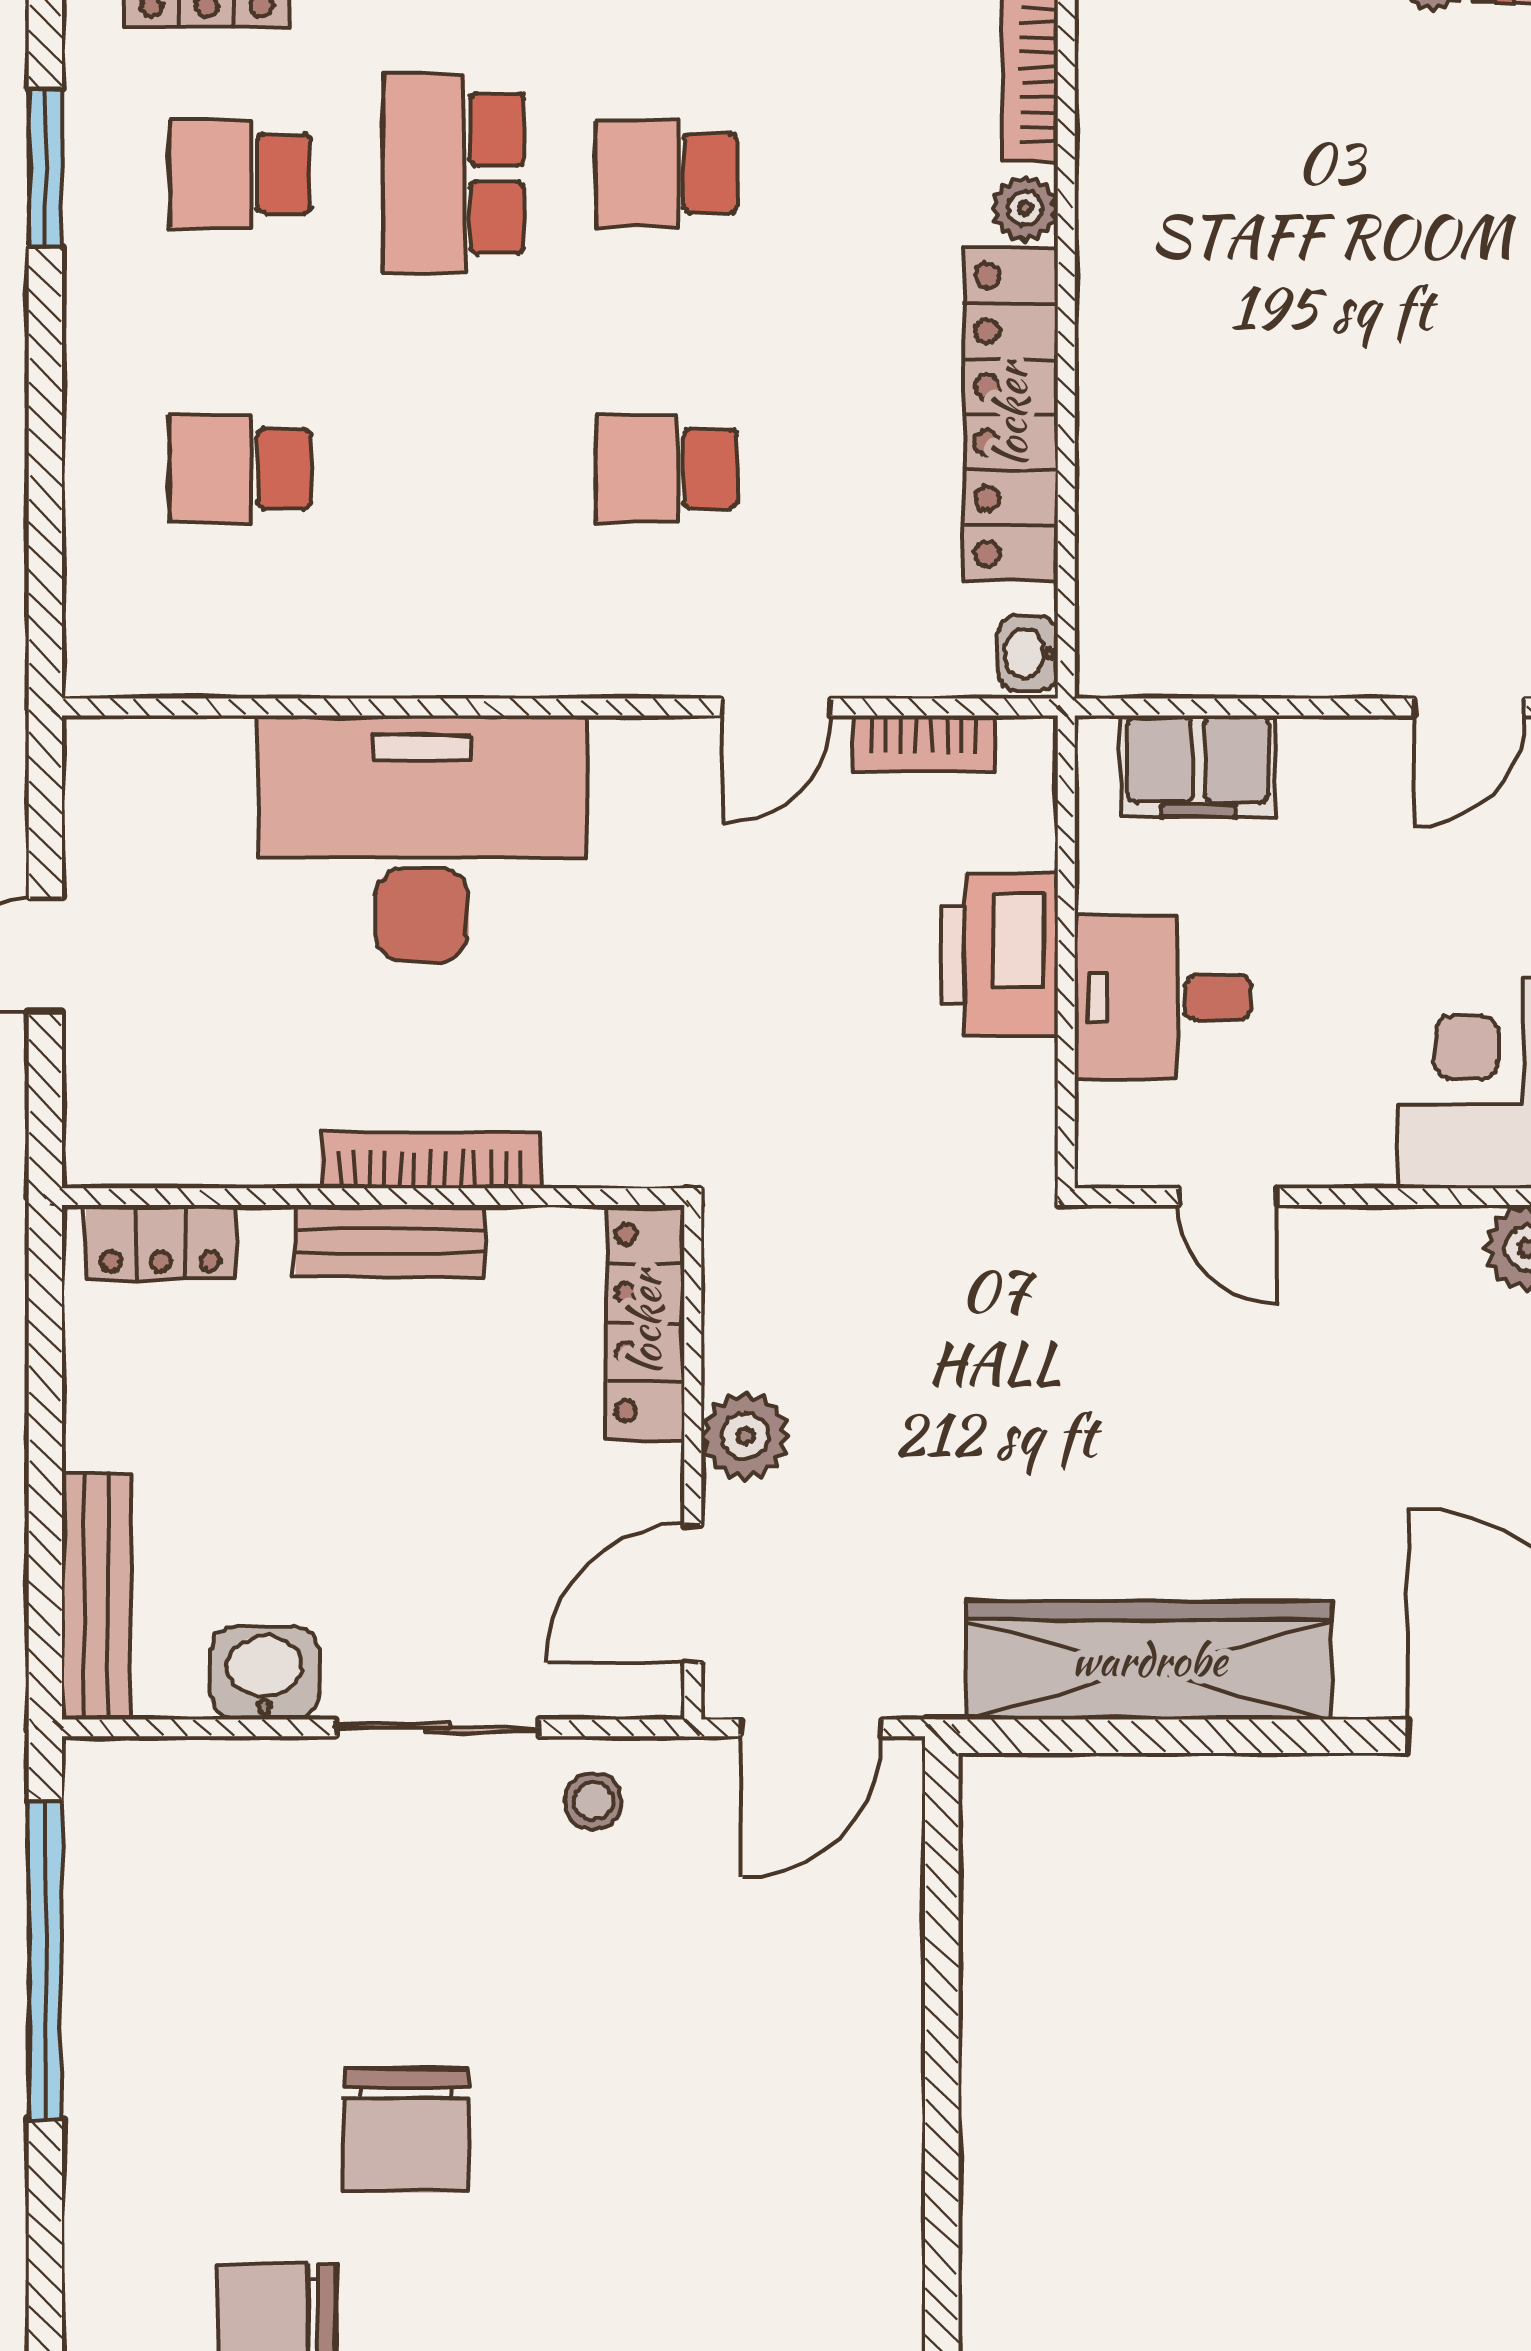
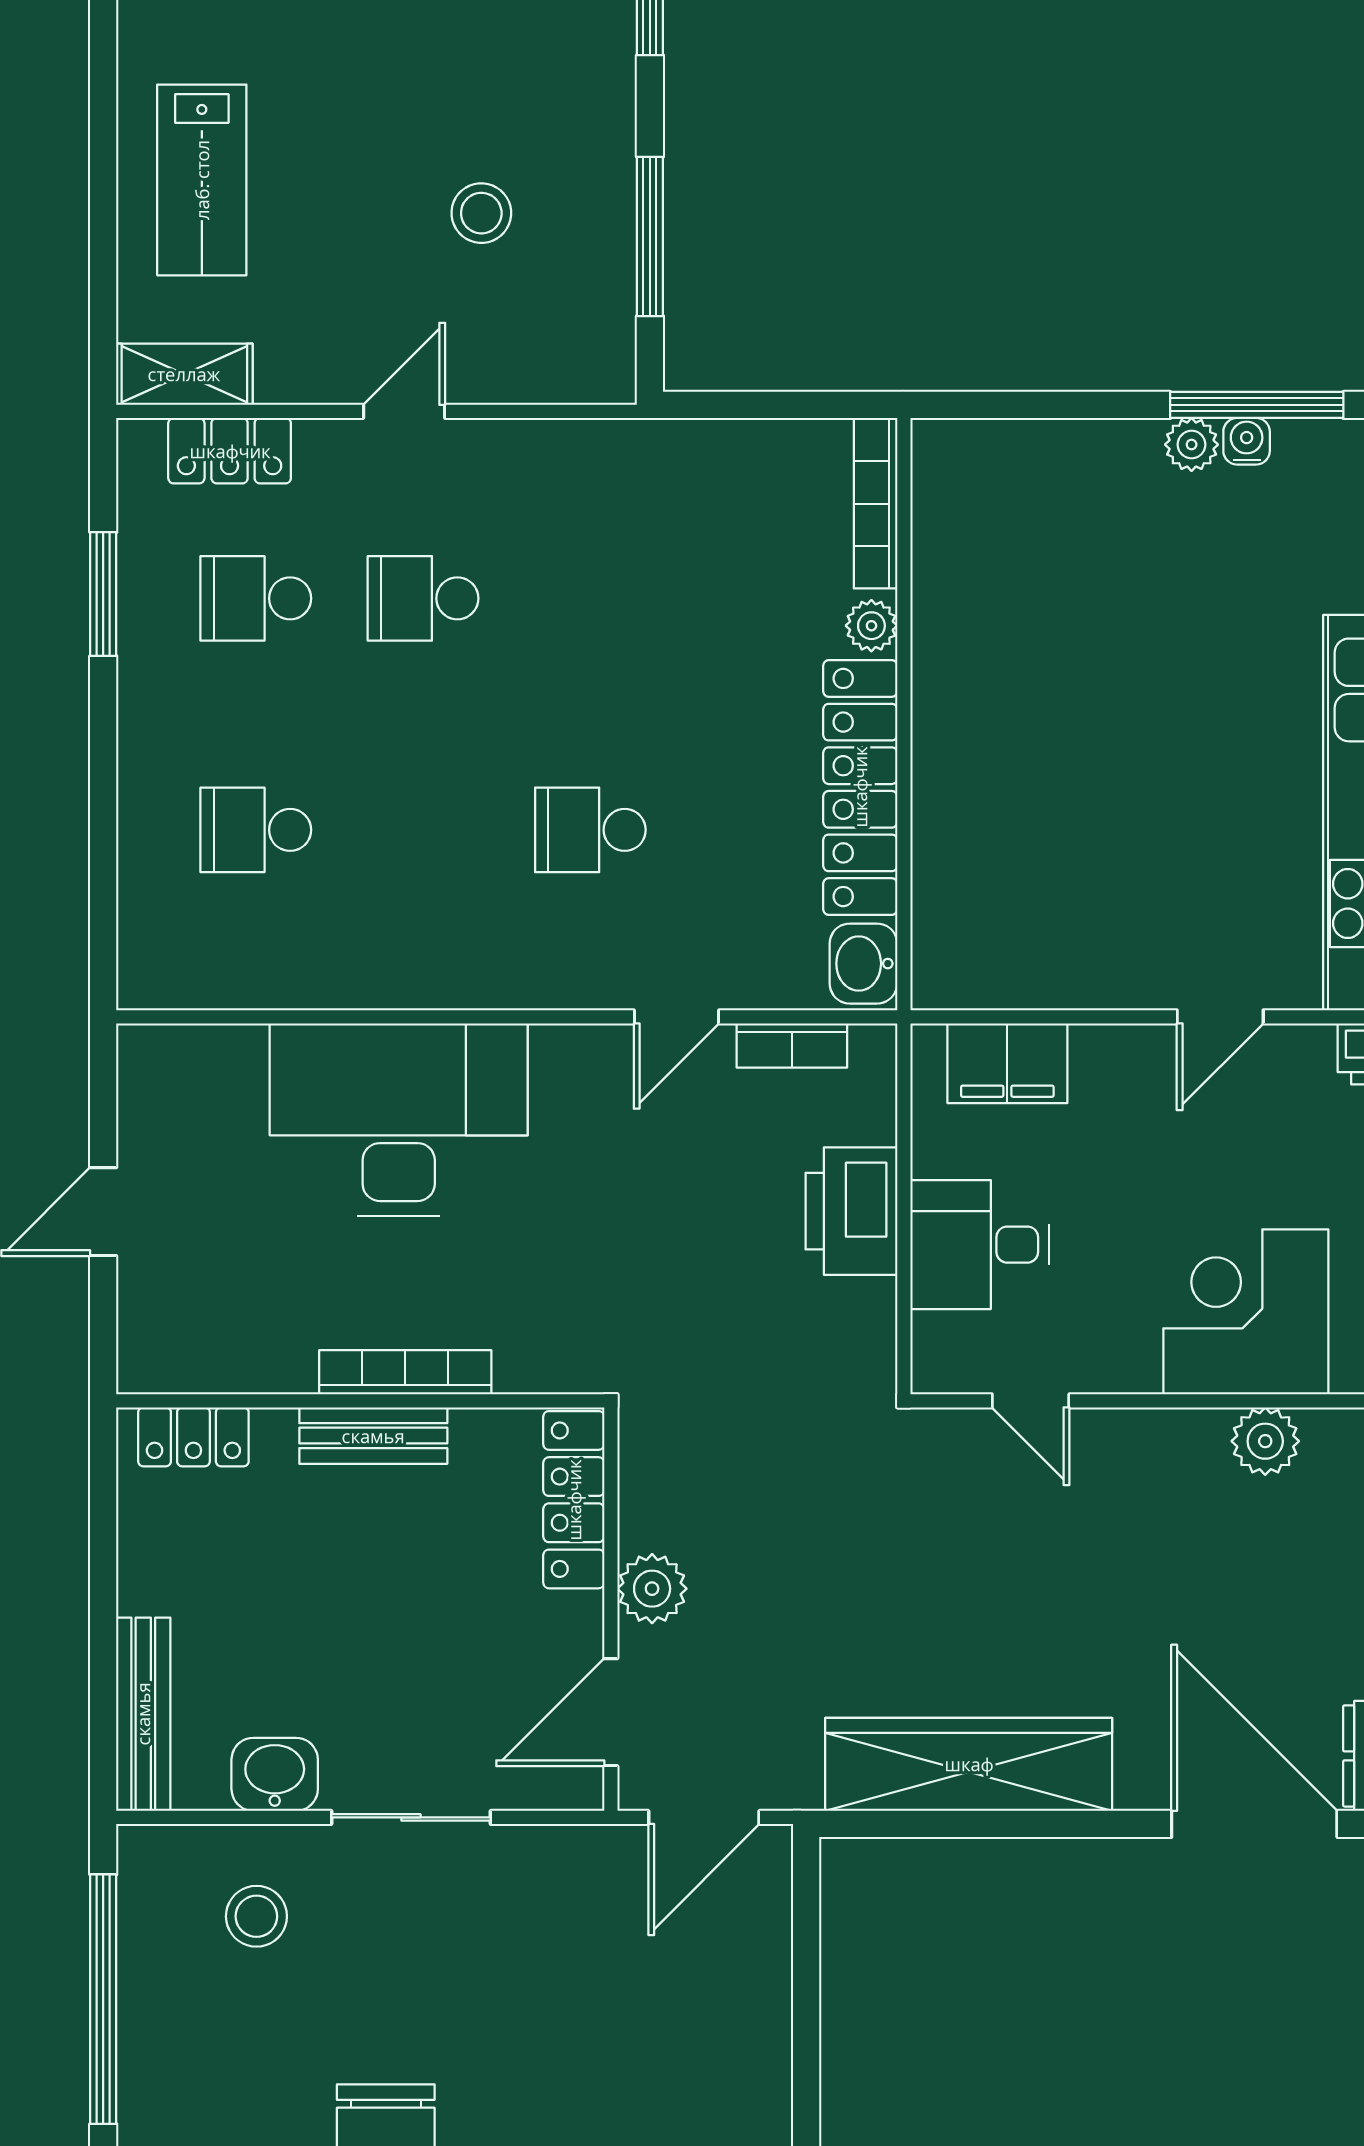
school desk: (453, 173) -> (423, 598), width x0.54
school desk: (667, 173) -> (590, 598), removed
washbasin: (1028, 653) -> (863, 964), width x1.38, depth x1.45
stool: (594, 1801) -> (256, 1916), moved, width x1.37, depth x1.37

